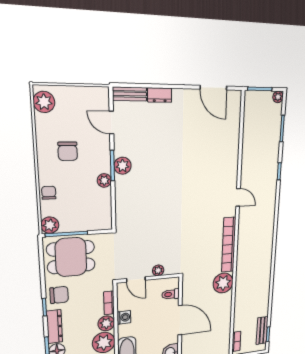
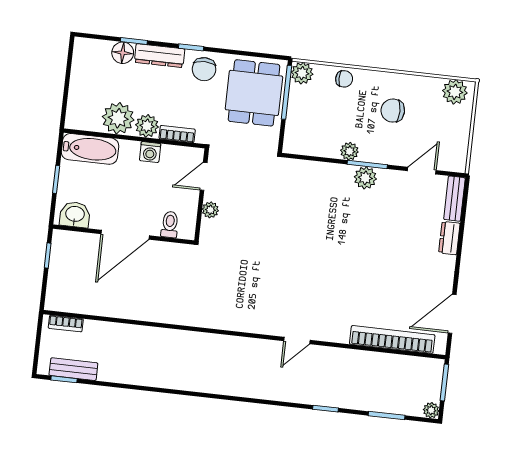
bookcase: (229, 245) -> (392, 339), moved
plant: (223, 283) -> (169, 308), removed

